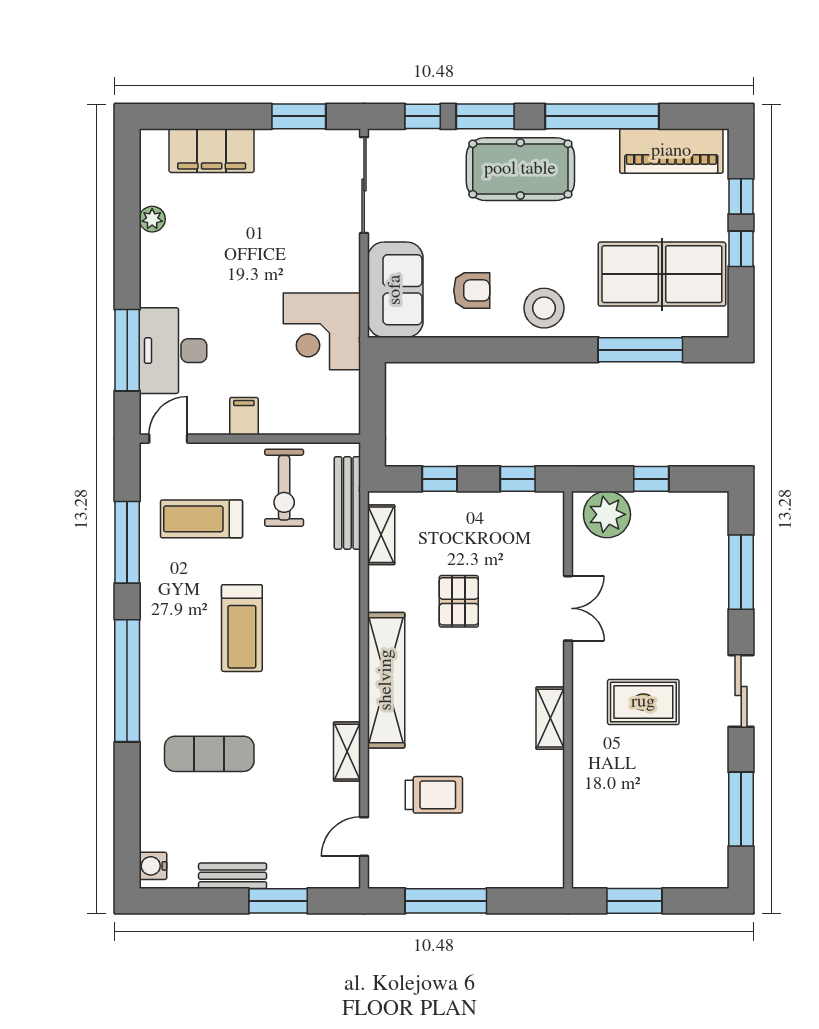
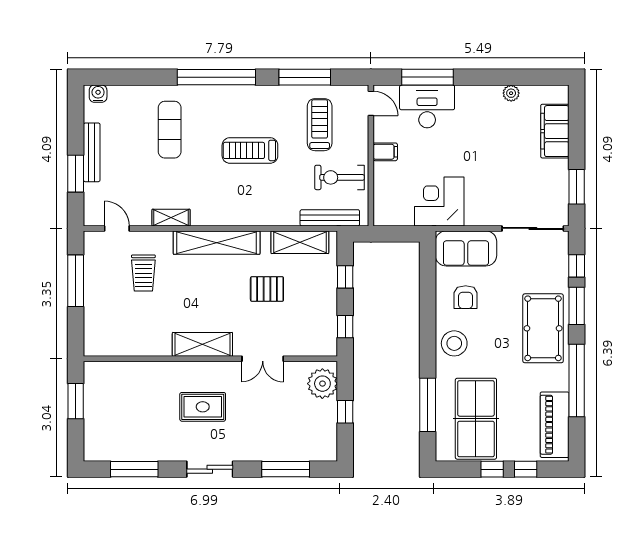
shelving: (381, 535) -> (300, 242), width x1.50, depth x1.33
rug: (643, 702) -> (203, 407), turned 90
shelving: (550, 718) -> (202, 344), width x1.50, depth x1.33
bench: (233, 876) -> (92, 152), width x1.36

